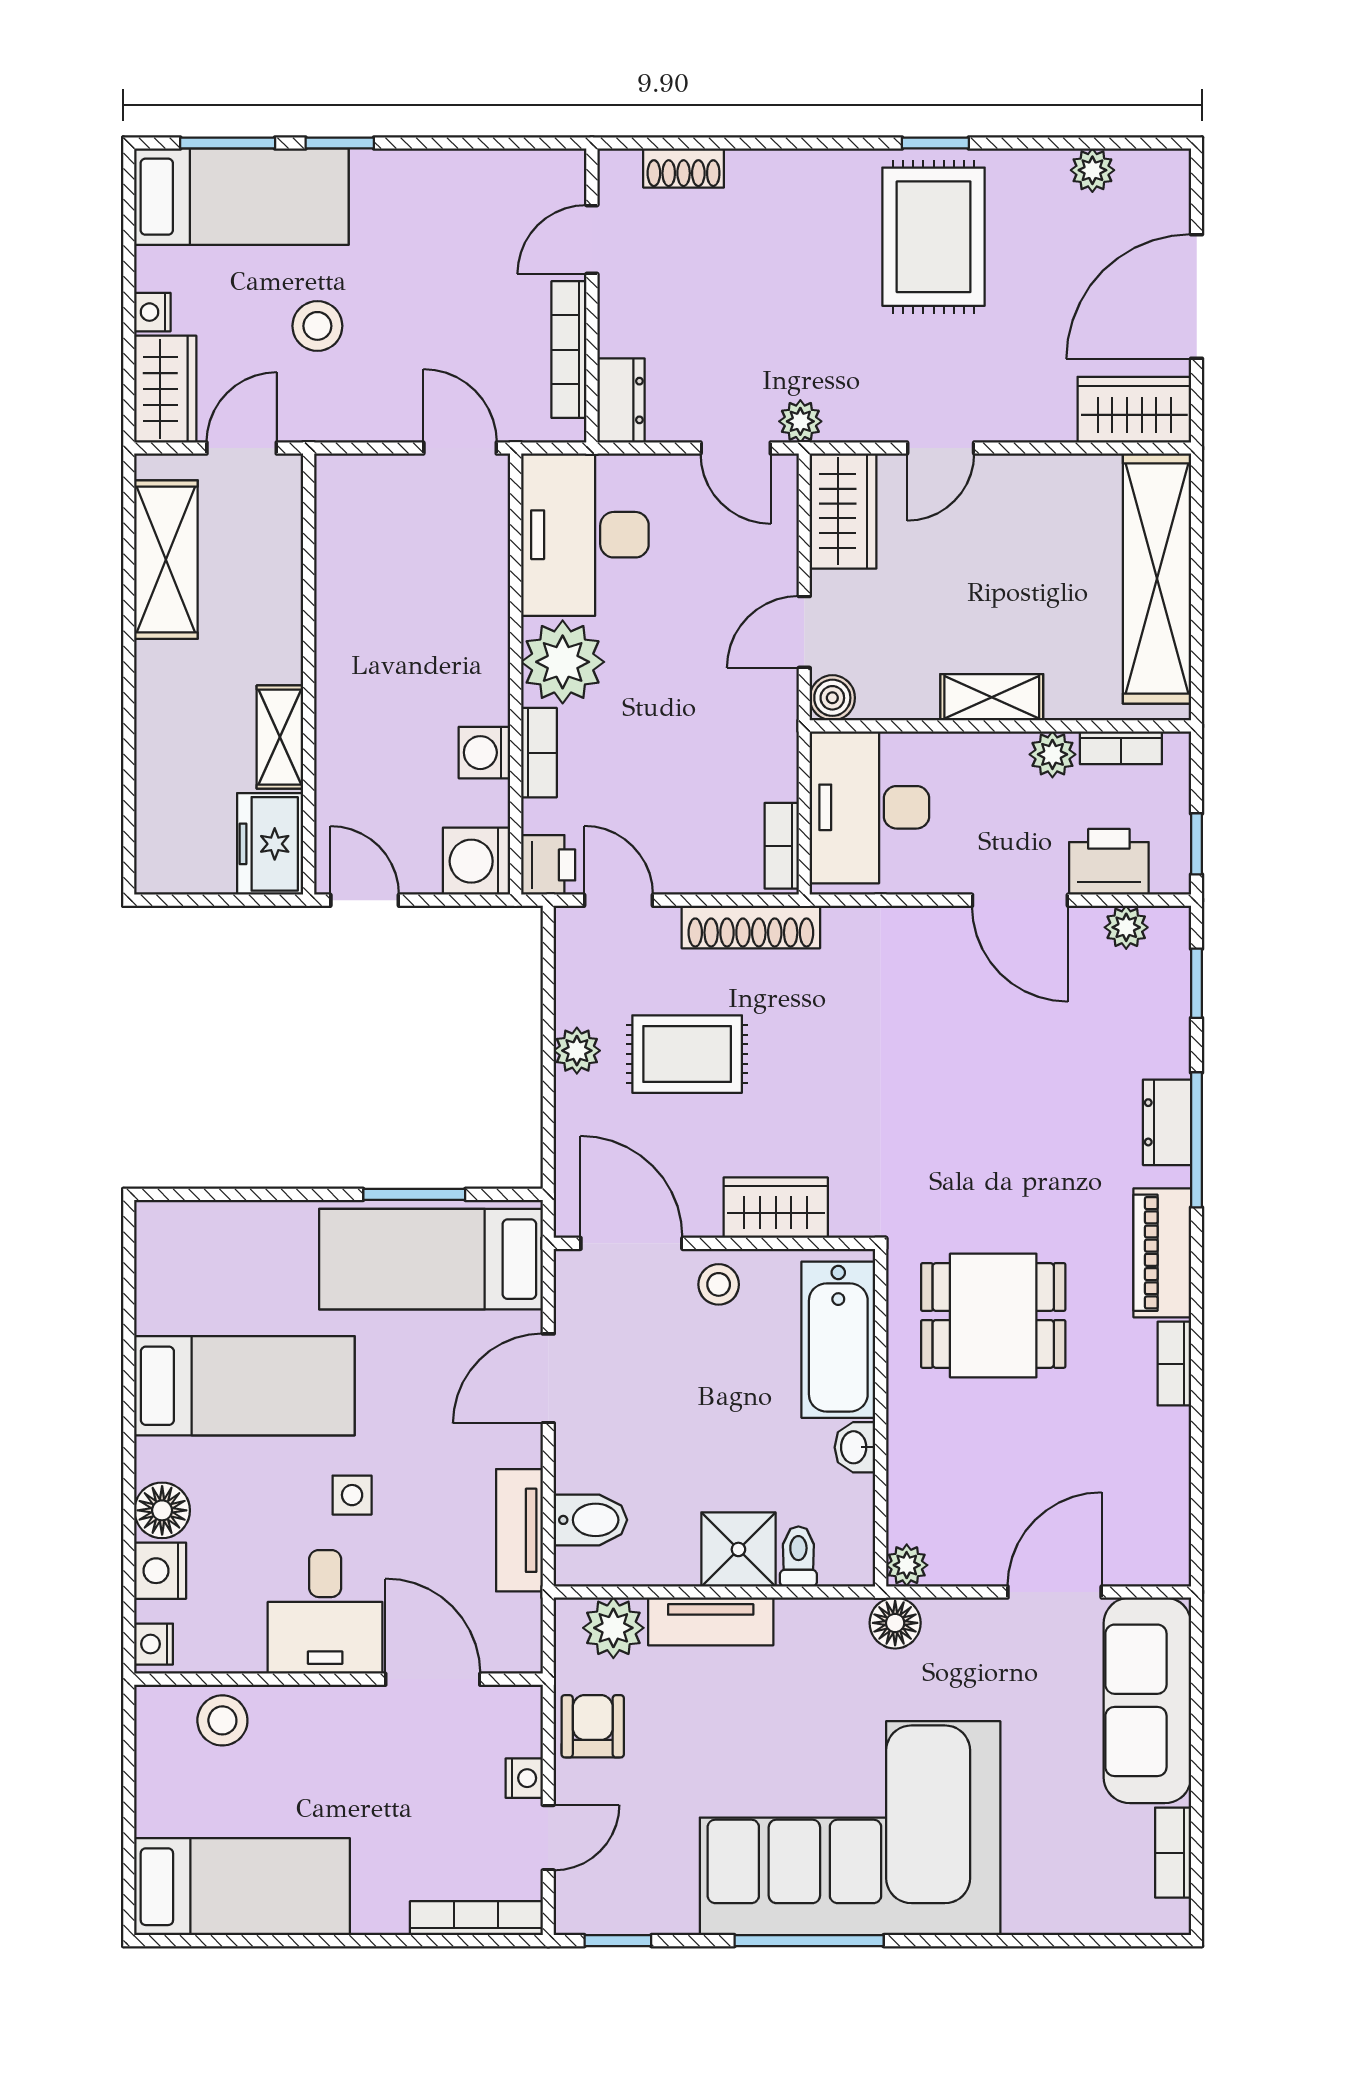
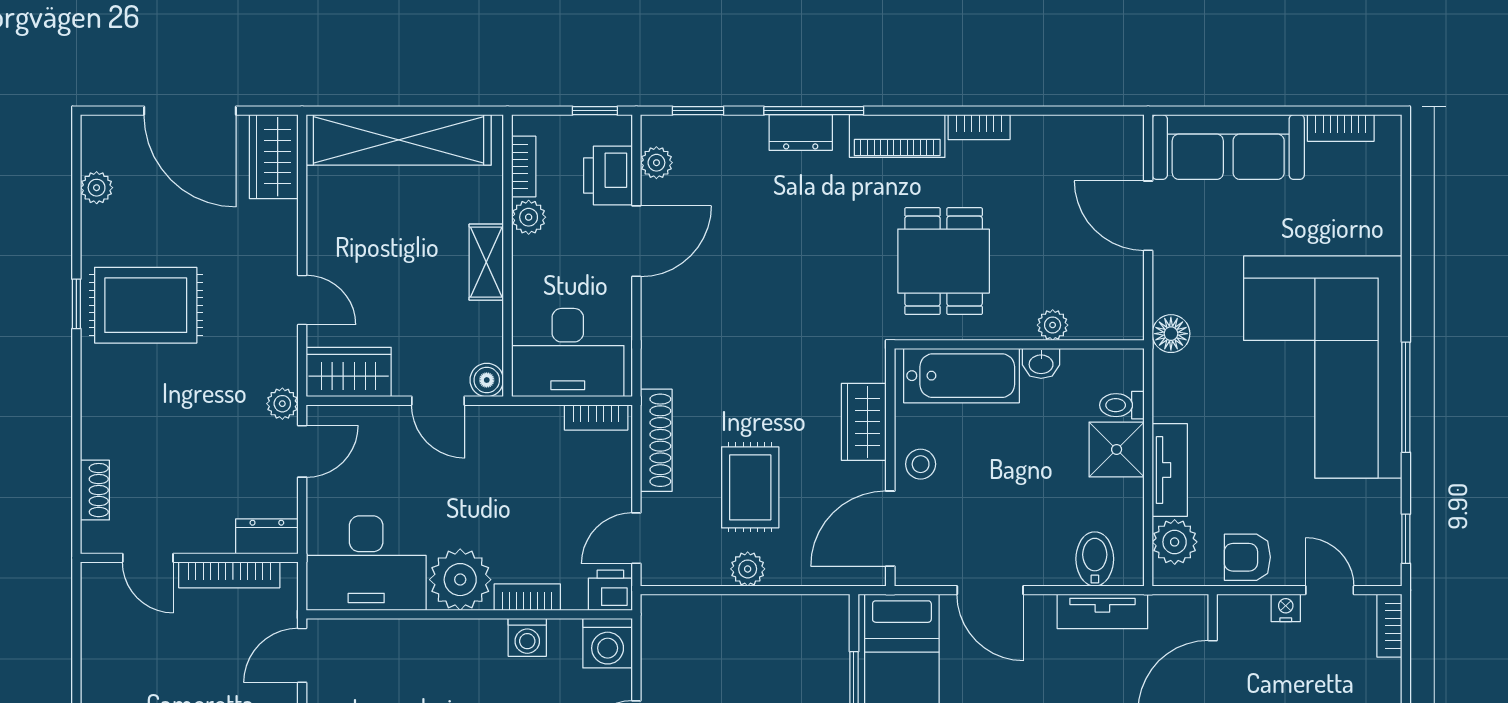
plant: (907, 1565) -> (1053, 325), moved
bookcase: (476, 1918) -> (1389, 626), width x0.64

